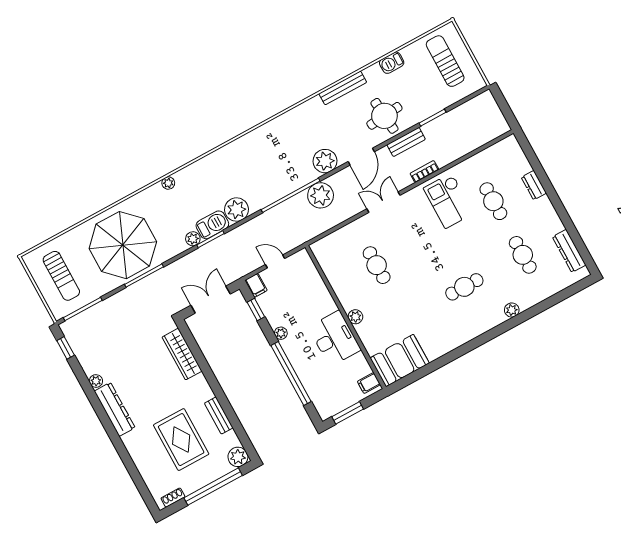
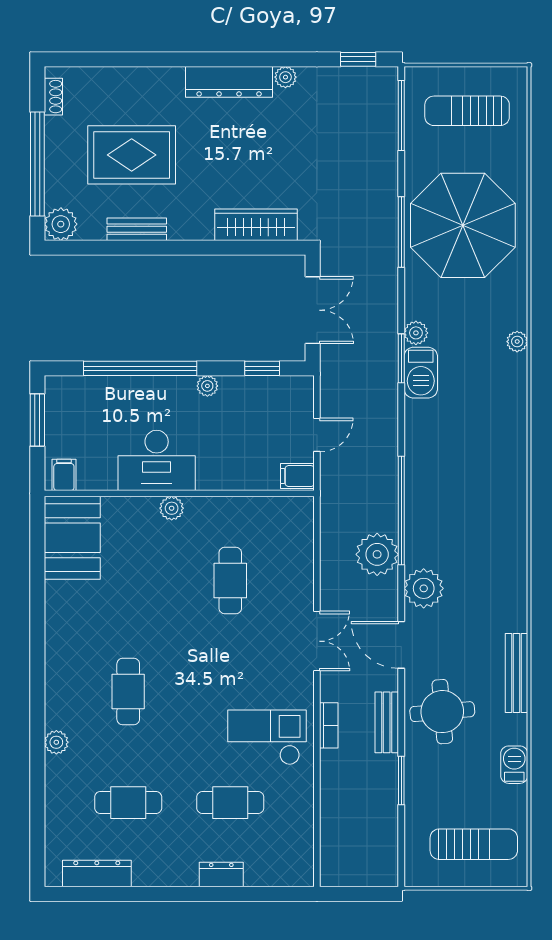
plant: (237, 210) -> (424, 420), removed
cafe table: (377, 265) -> (230, 581), turned 90
filing cabinet: (256, 285) -> (297, 476), moved

